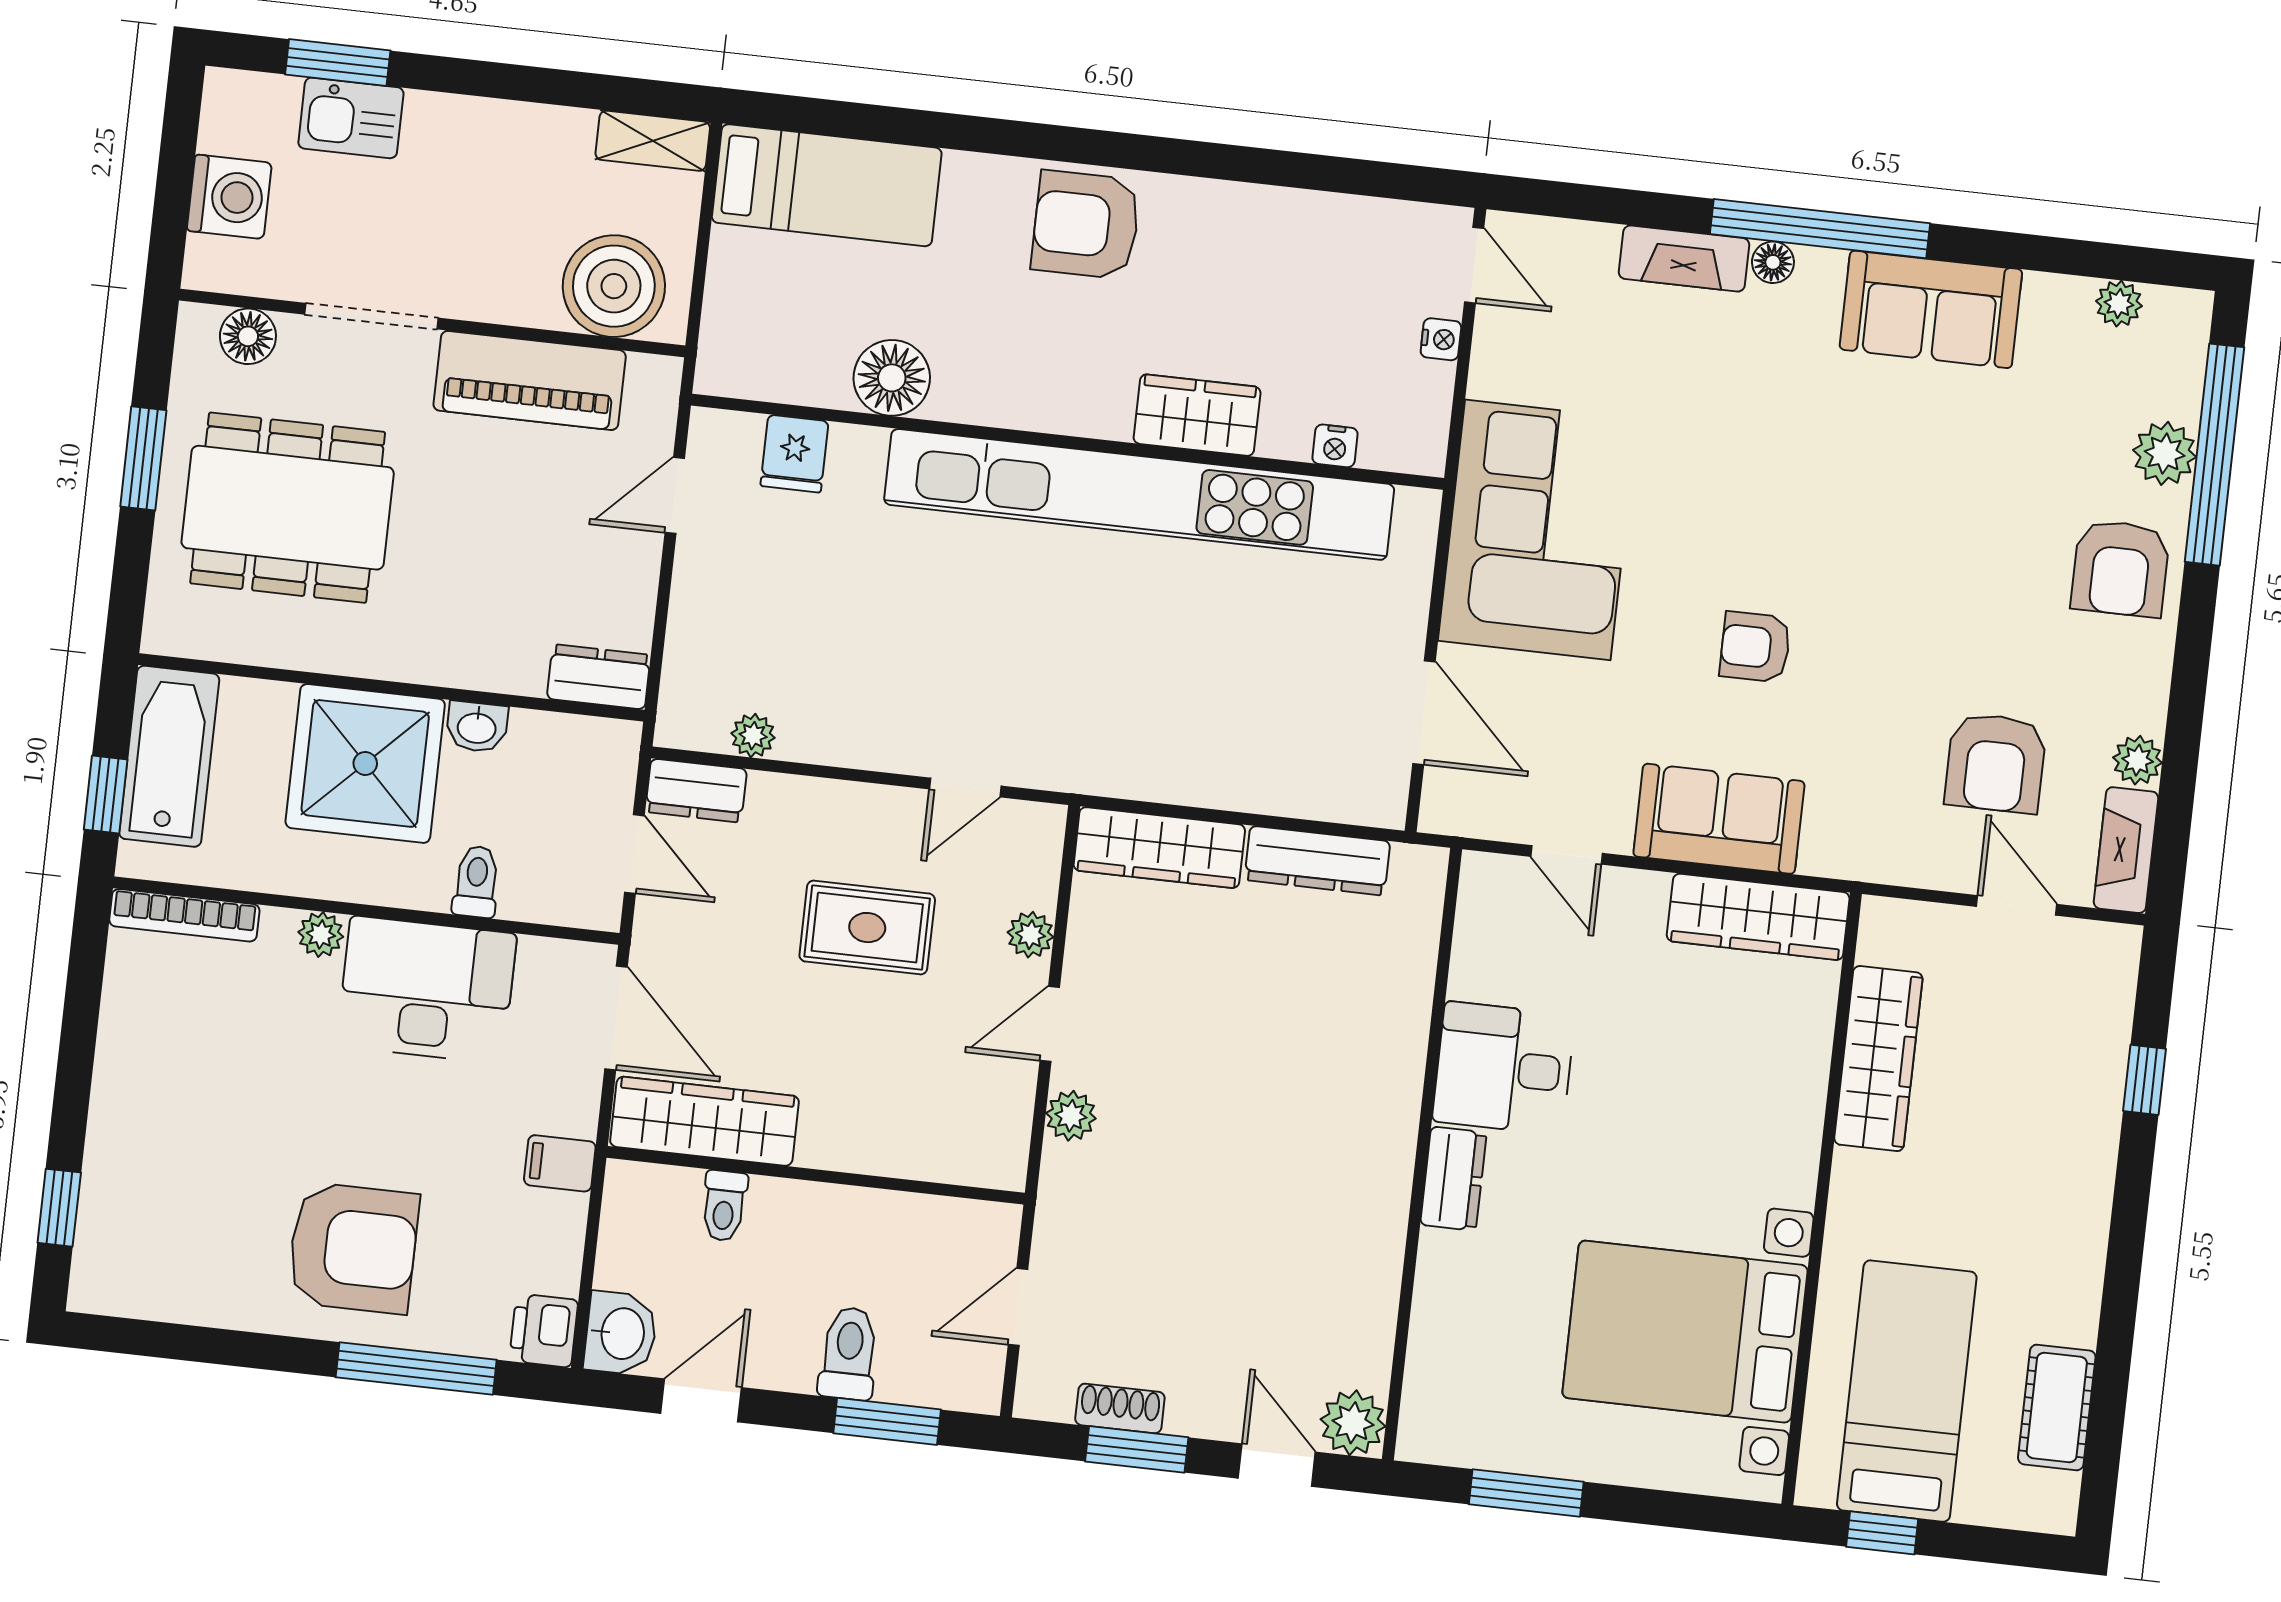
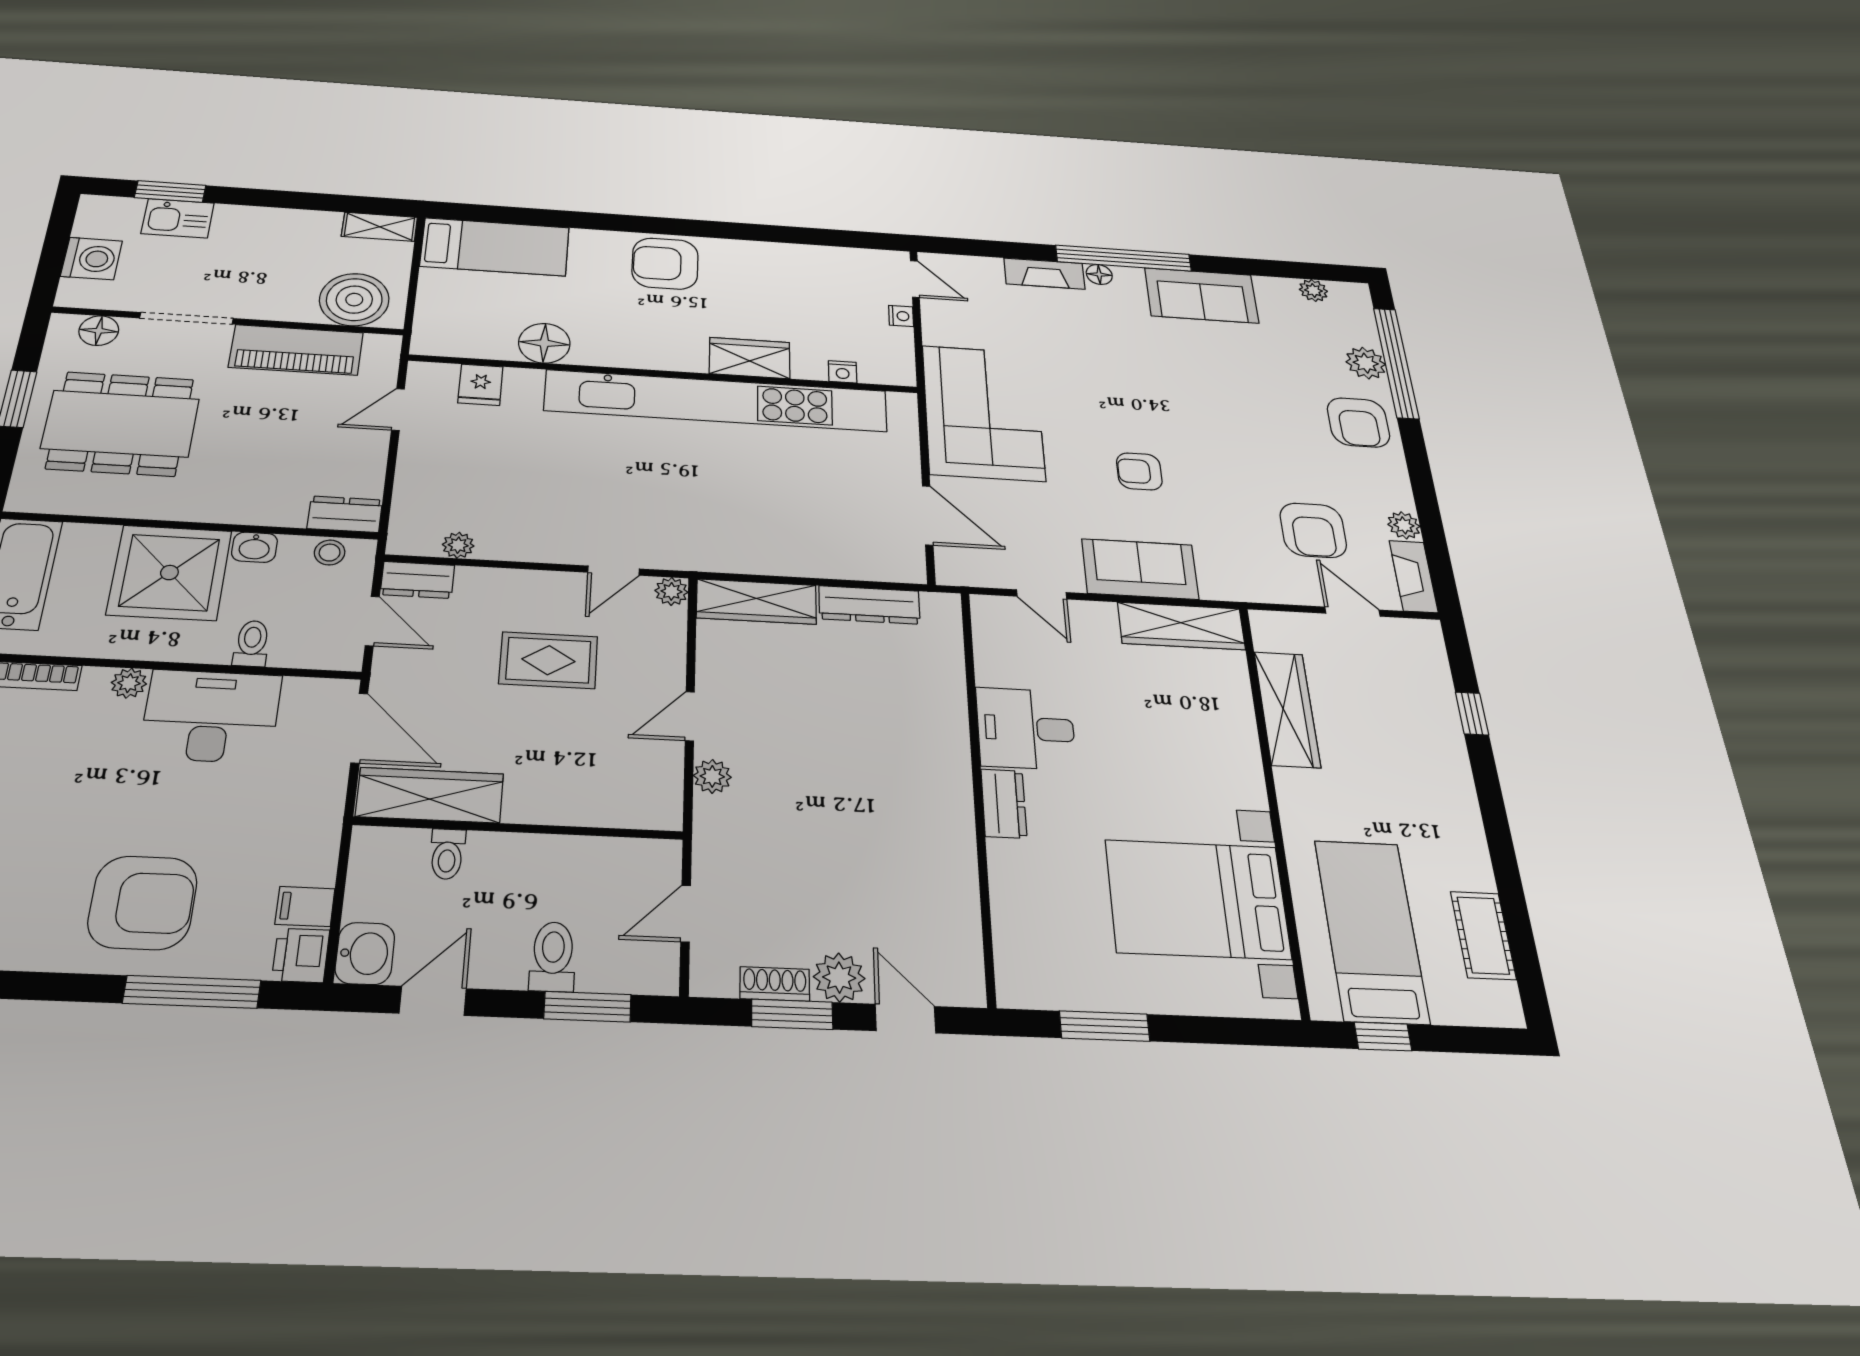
stool: (578, 740) -> (330, 553), added
plant: (1030, 935) -> (671, 591), moved
filing cabinet: (560, 1163) -> (305, 906), moved
plant: (1353, 1423) -> (839, 978), moved

